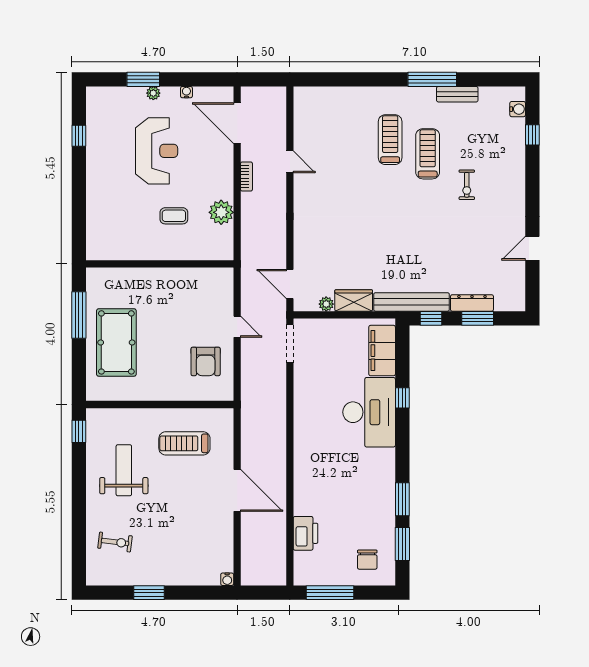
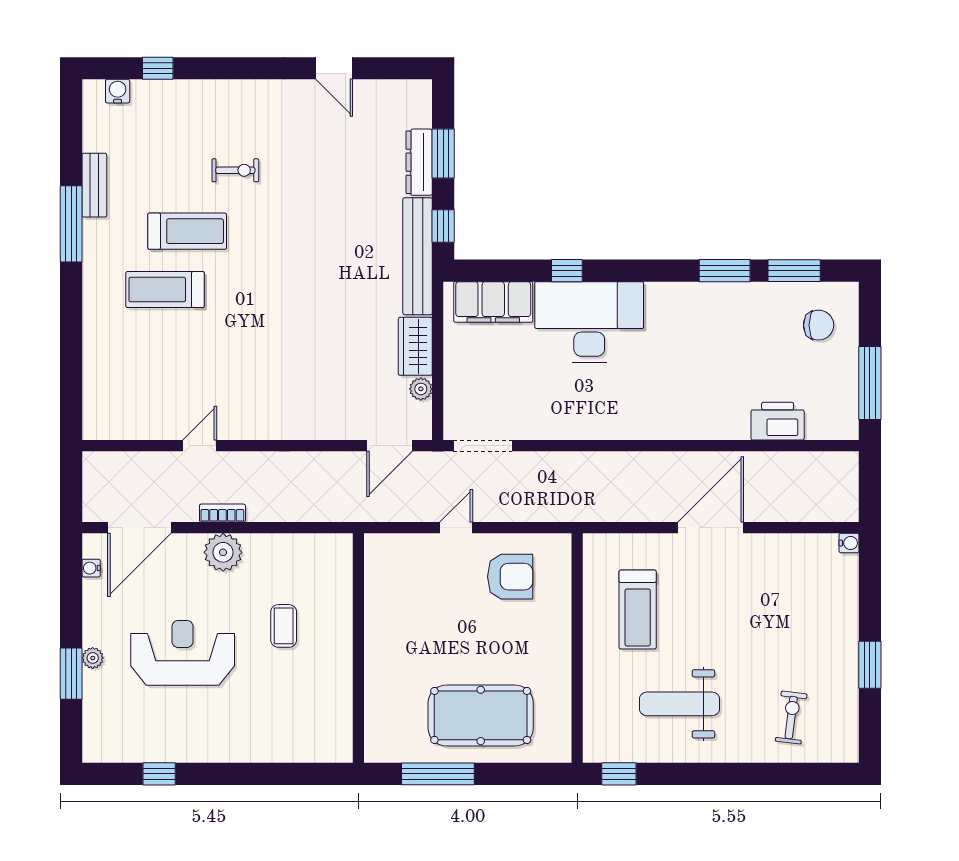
water cooler: (186, 92) -> (91, 568), moved
treadmill: (428, 154) -> (187, 231), turned 180
plant: (221, 212) -> (223, 552), moved

